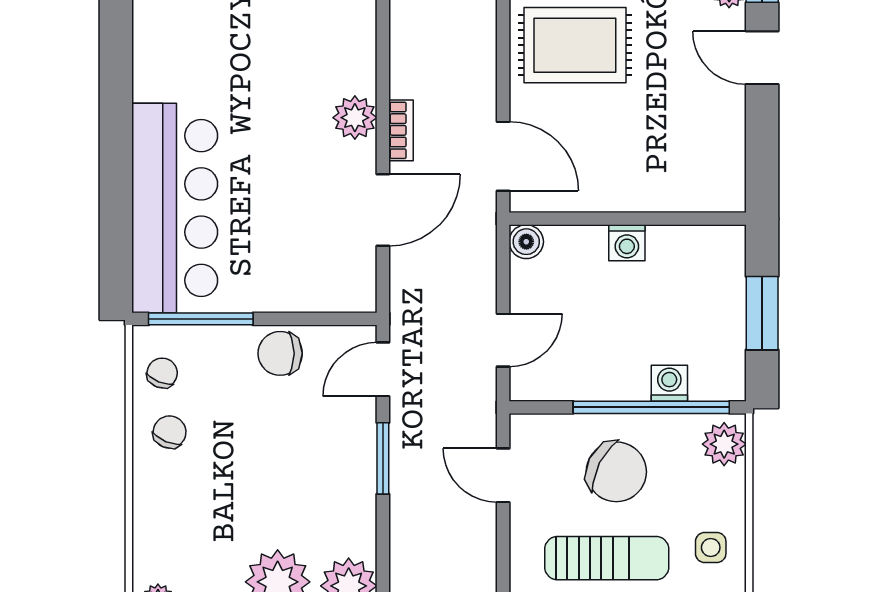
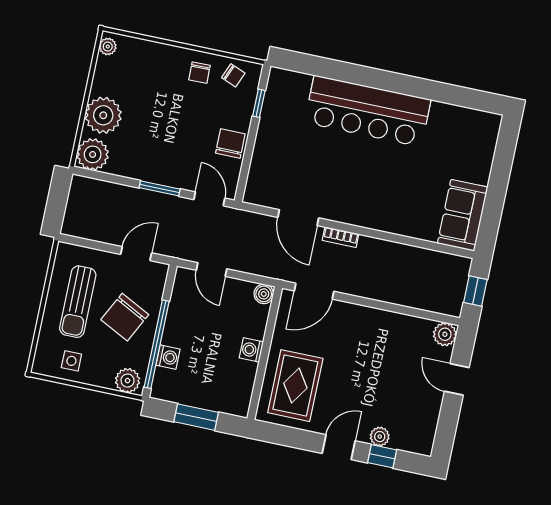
rug: (575, 45) -> (295, 386), moved
plant: (355, 118) -> (353, 213), removed
bar counter: (175, 208) -> (368, 111), moved
window: (201, 319) -> (259, 103), width x0.46
chair: (170, 432) -> (199, 73), turned 66

